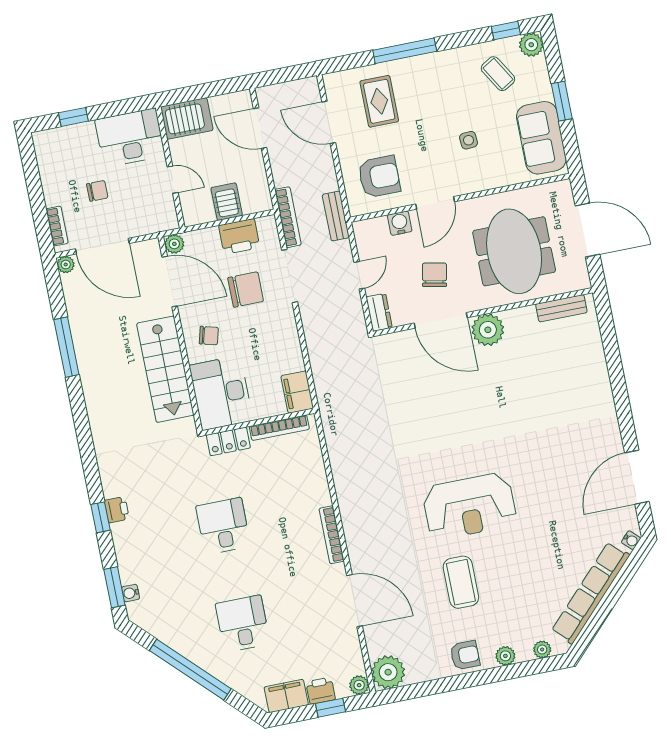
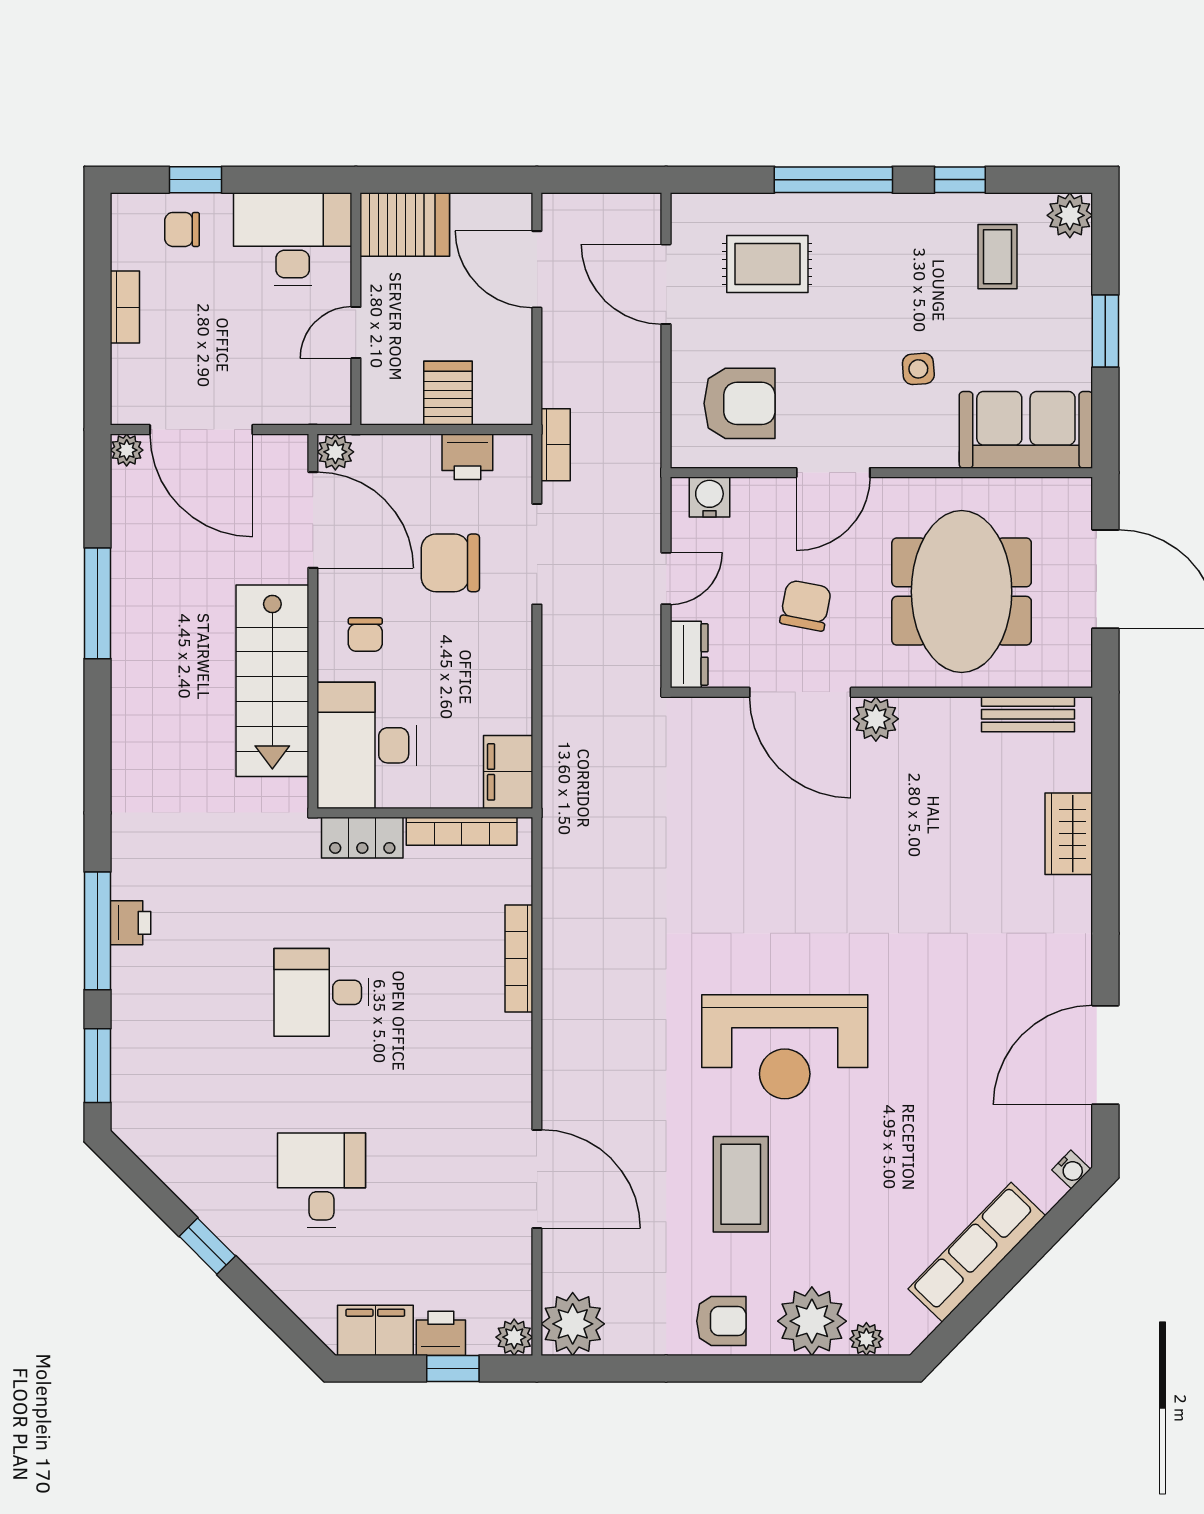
window: (506, 31) -> (960, 180), moved
coffee table: (498, 74) -> (997, 257), turned 31
rug: (379, 101) -> (767, 264), turned 90
sofa: (541, 138) -> (1026, 430), moved, turned 90
door: (173, 180) -> (356, 332), swing flipped
chair: (97, 191) -> (182, 229), moved, turned 180
bench: (336, 216) -> (644, 460), removed
bookcase: (288, 217) -> (556, 445), width x0.64
water cooler: (400, 223) -> (709, 497), moved
bookcase: (57, 226) -> (125, 307), moved
printer: (239, 236) -> (467, 457), width x0.73, depth x0.81
chair: (246, 290) -> (450, 563), turned 180
plant: (488, 330) -> (876, 719), width x0.73, depth x0.73
chair: (209, 336) -> (365, 635), turned 75
wardrobe: (595, 366) -> (1069, 834), added
window: (100, 517) -> (98, 931), width x2.17
desk: (223, 526) -> (321, 992), turned -90
bookcase: (332, 535) -> (519, 959), moved
water cooler: (131, 593) -> (125, 1082), removed
row of seats: (591, 593) -> (977, 1252), width x0.73
plant: (505, 656) -> (812, 1321), width x1.88, depth x1.88
window: (190, 670) -> (207, 1246), width x0.32

